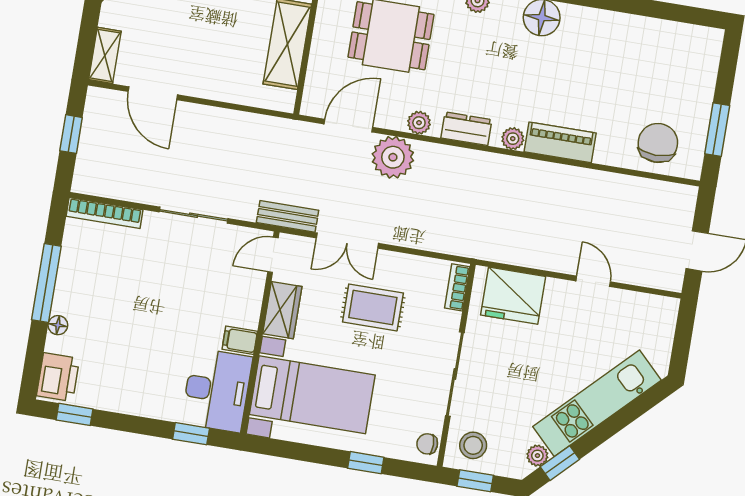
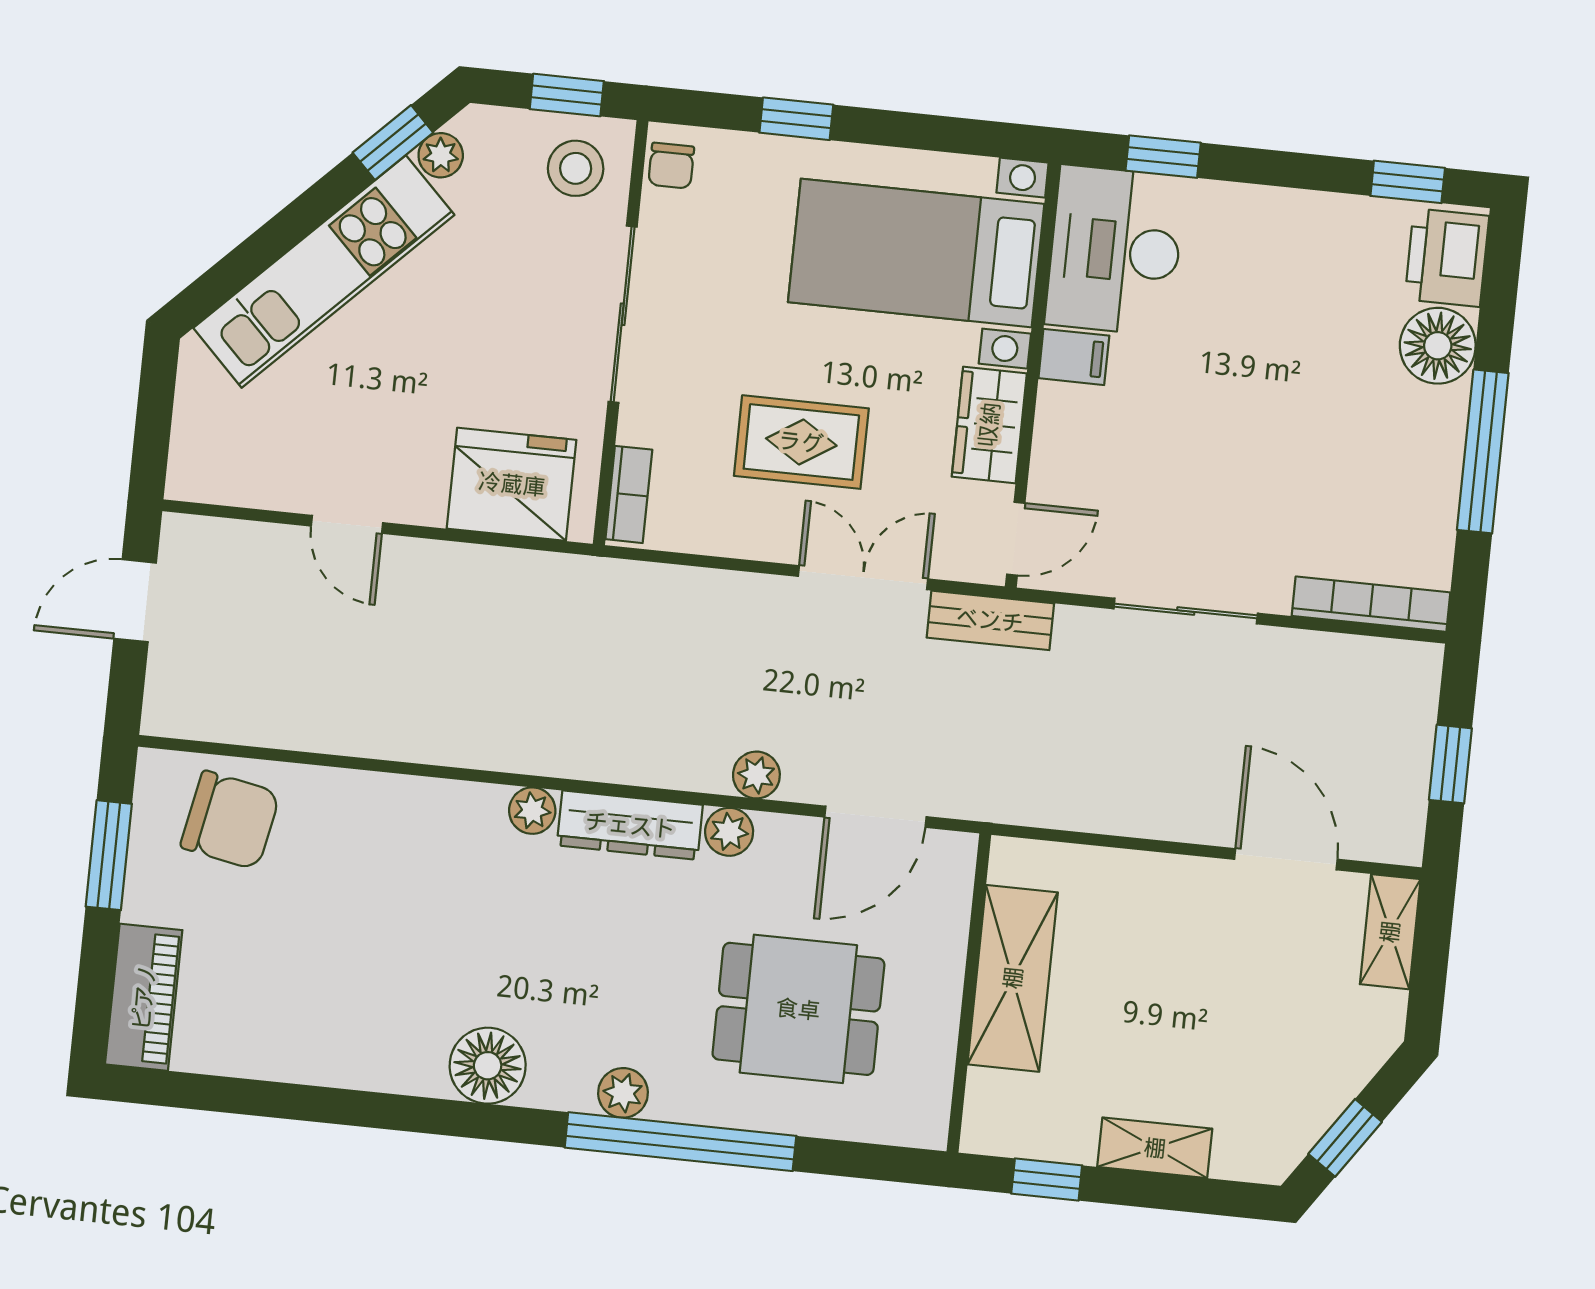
dresser: (466, 129) -> (630, 825), width x1.44
piano: (560, 142) -> (144, 997), moved, turned -90
chair: (658, 143) -> (230, 820), turned -79
plant: (393, 157) -> (756, 775), width x0.53, depth x0.53
floor lamp: (58, 325) -> (1438, 346), width x1.89, depth x1.89
chair: (427, 444) -> (671, 166), turned 90

